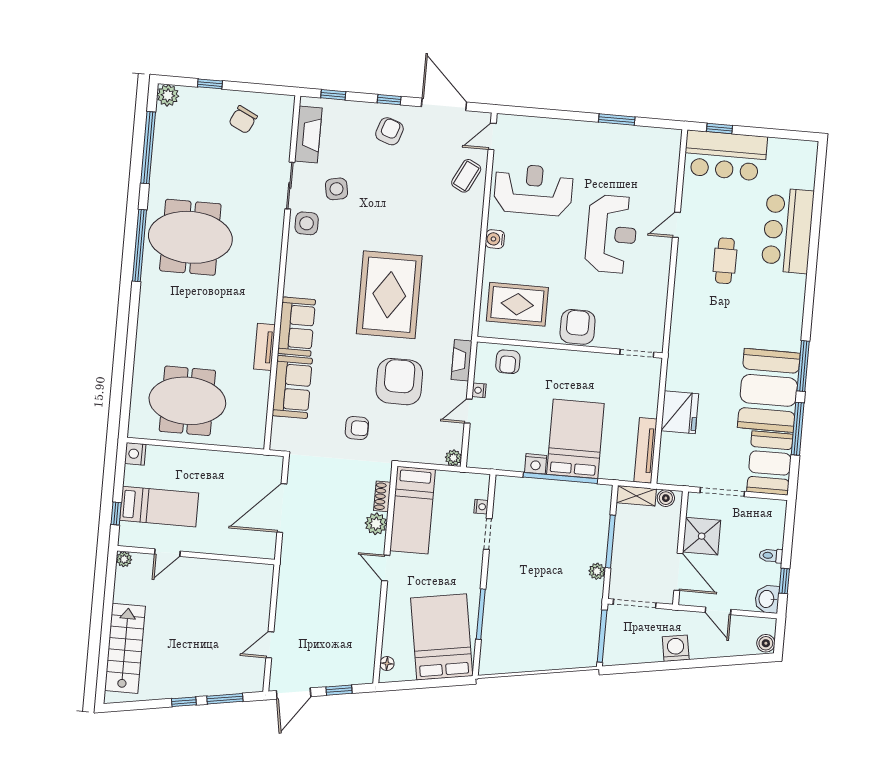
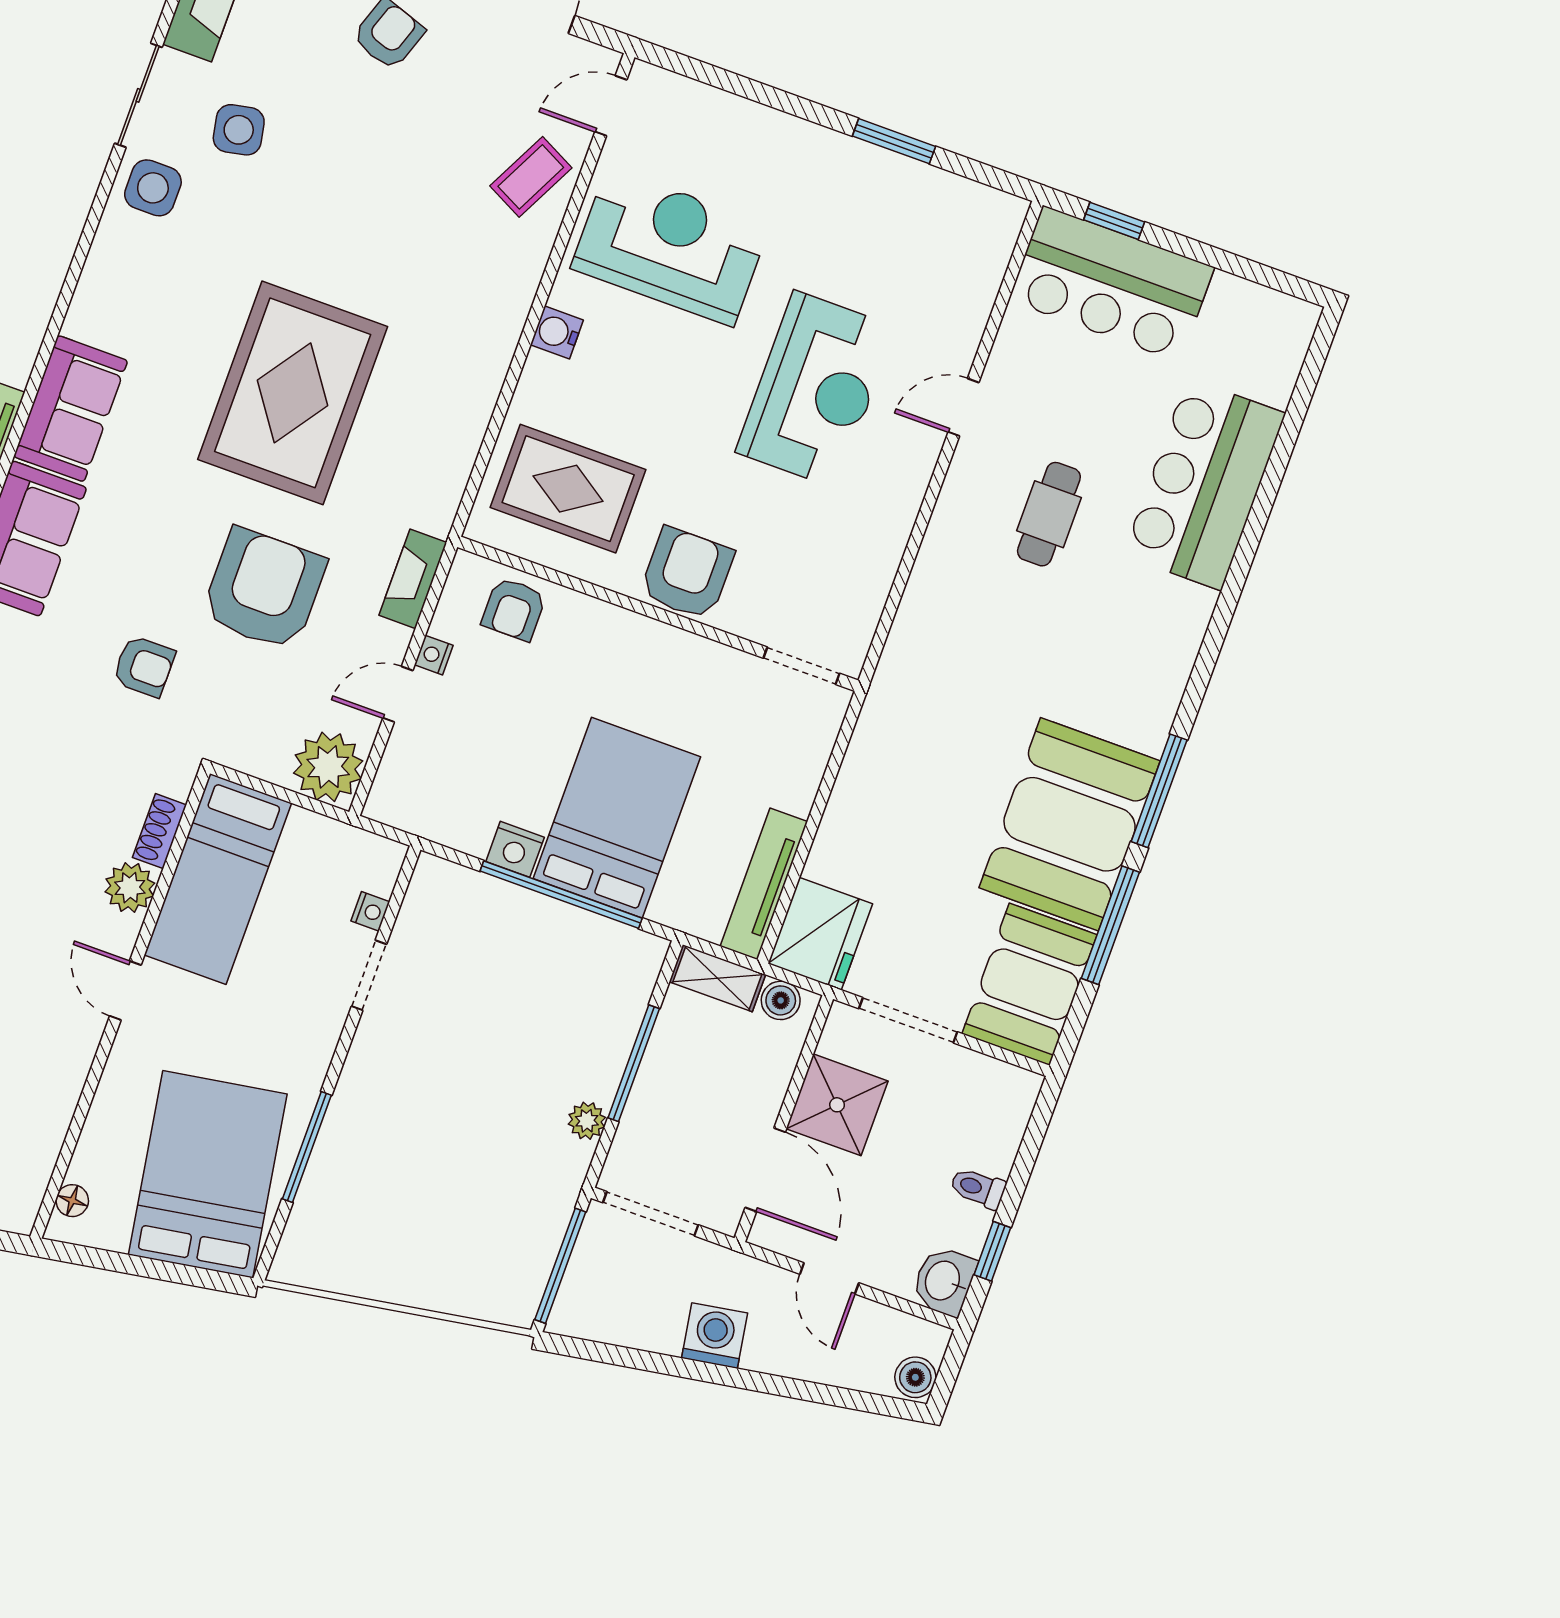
fridge: (680, 412) -> (820, 934), moved
plant: (453, 458) -> (328, 767), width x1.88, depth x1.88

